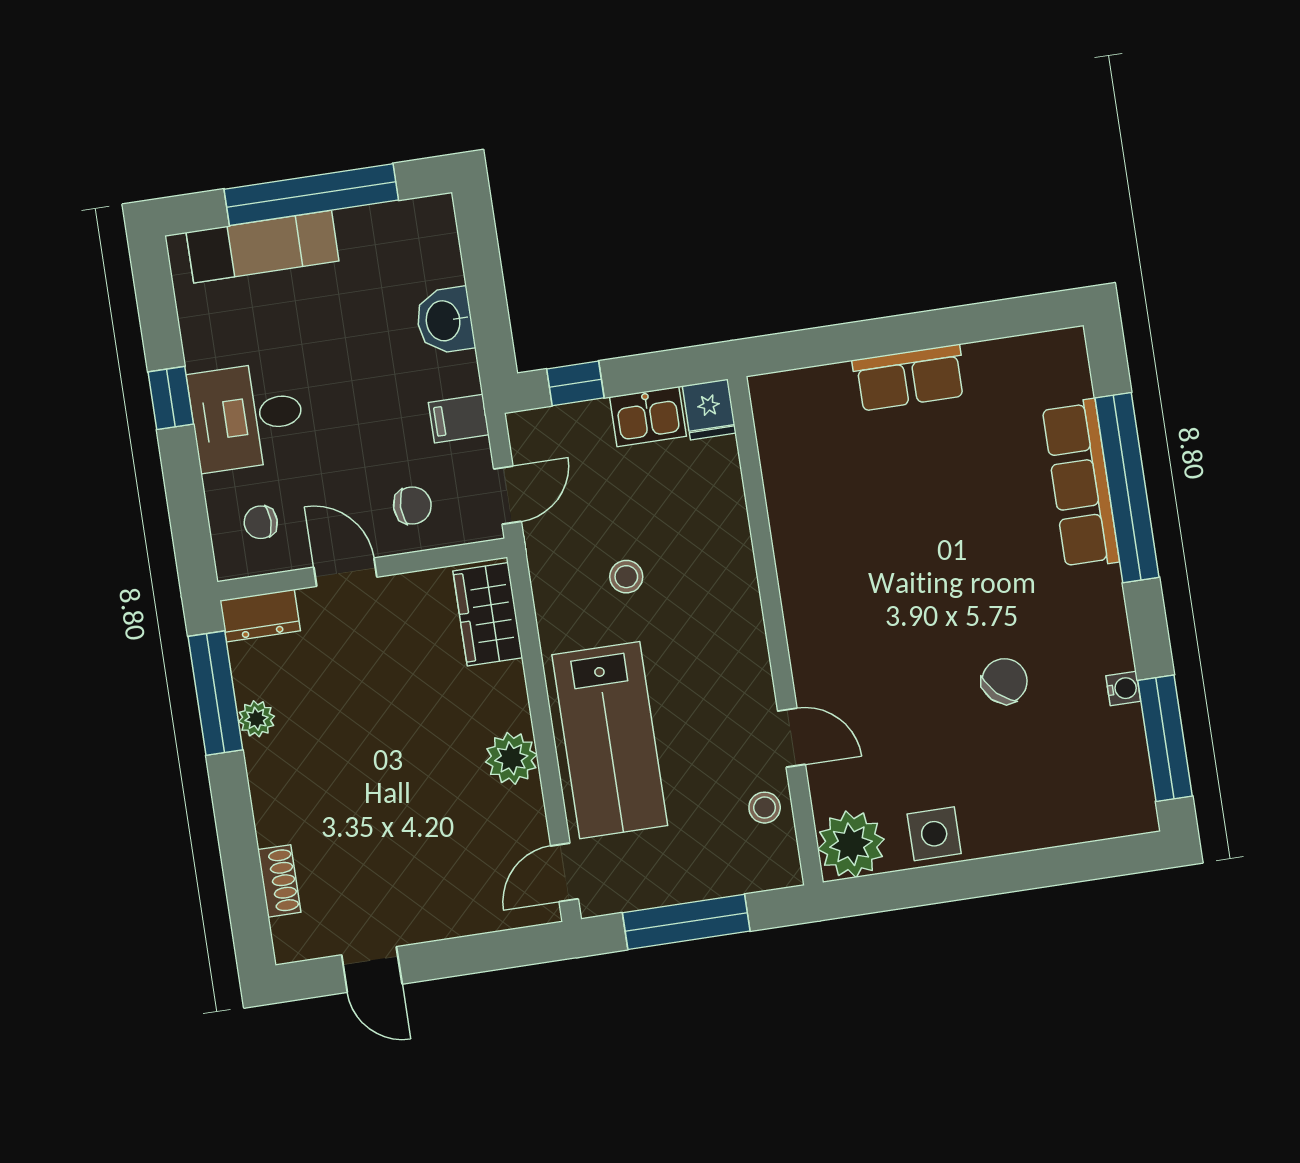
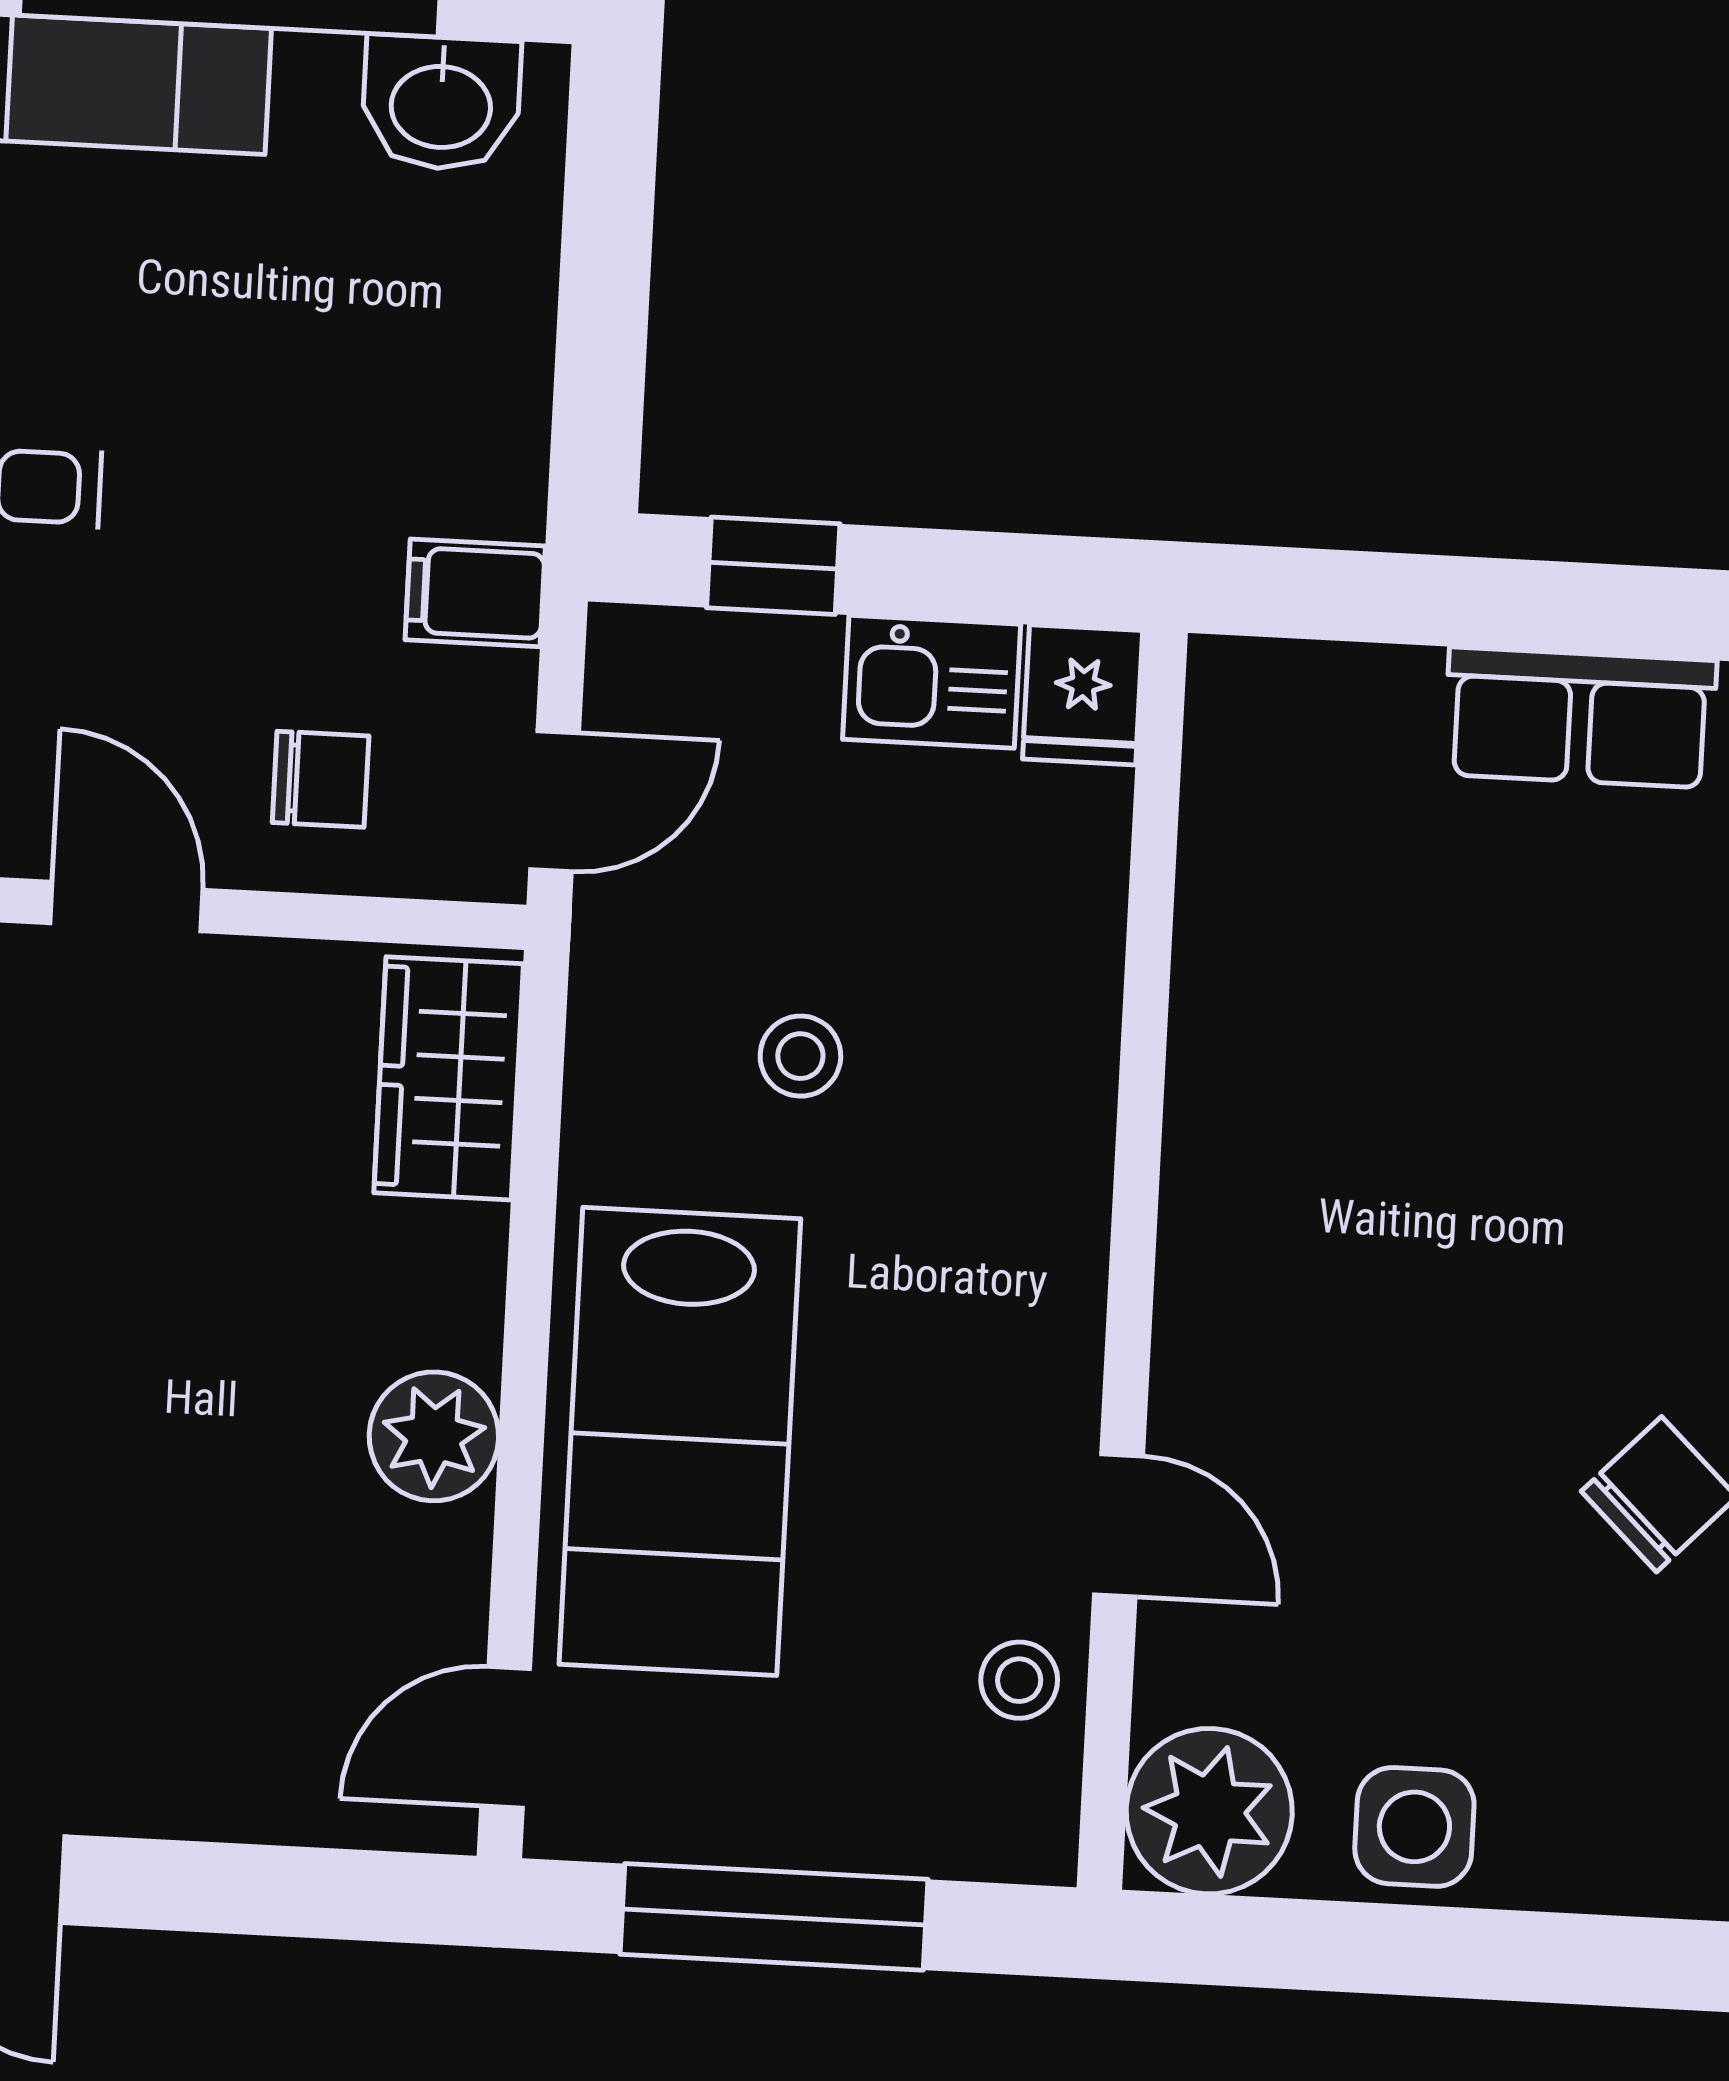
washbasin: (445, 321) -> (441, 103), moved, turned -90

